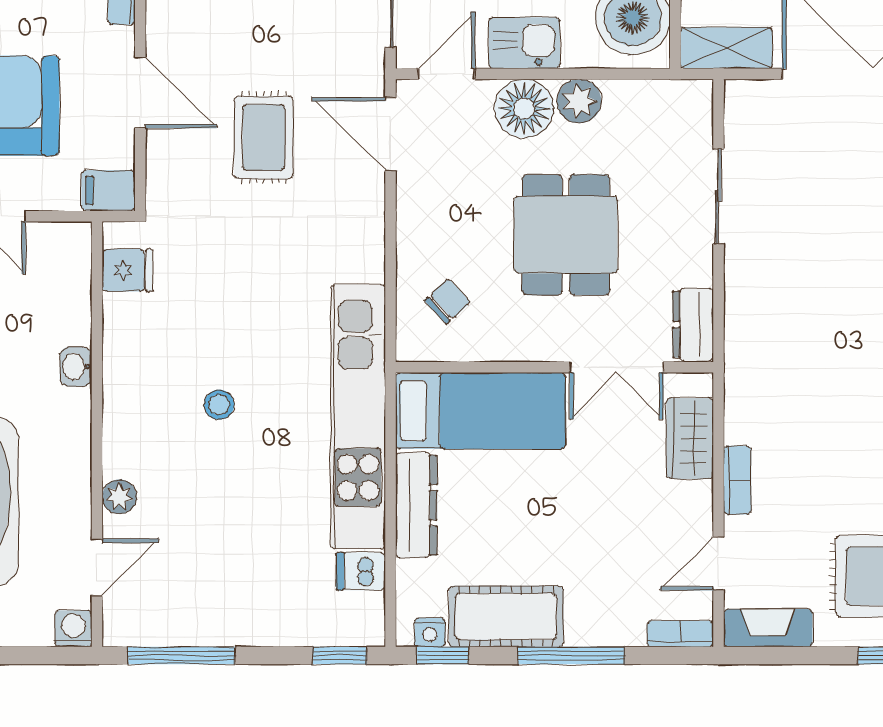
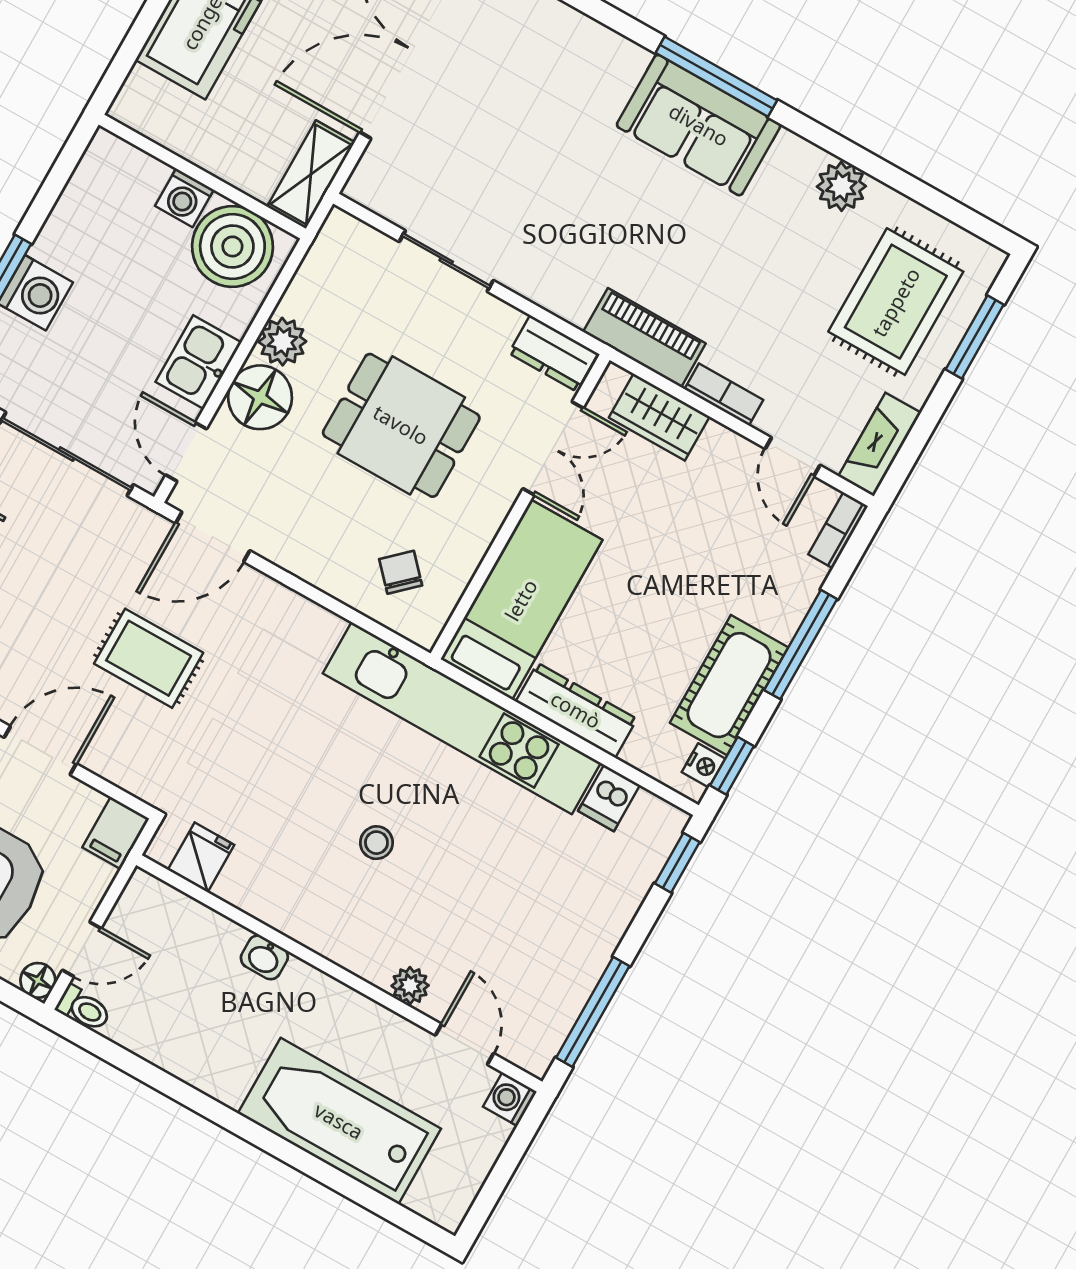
piano: (747, 390) -> (644, 338), added

